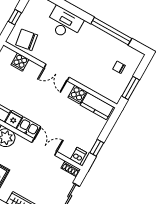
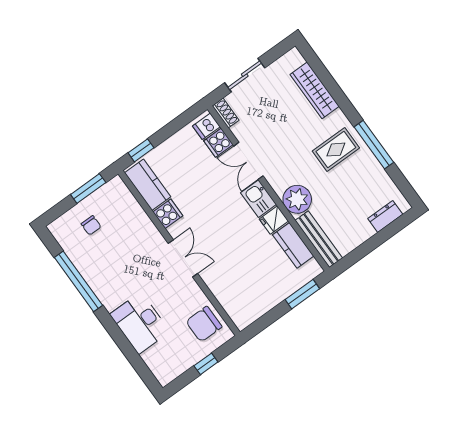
chair: (27, 40) -> (204, 324), turned 99
cooker: (20, 62) -> (218, 143), moved, turned 180
window: (97, 148) -> (141, 150), moved

